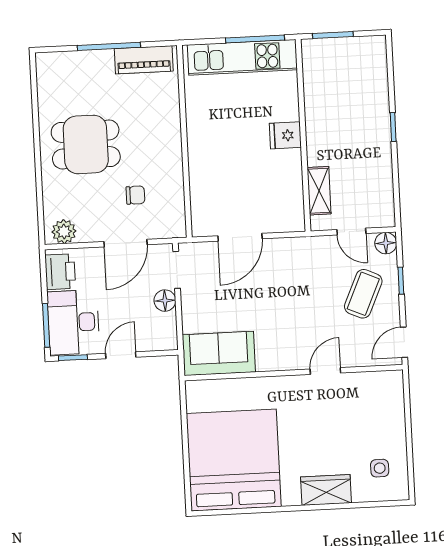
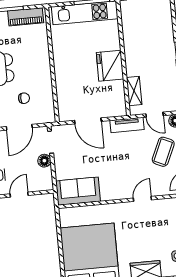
fridge: (285, 135) -> (110, 66), width x1.88, depth x1.34
door: (240, 237) -> (88, 121), hinge flipped
tv unit: (305, 247) -> (127, 125), added

